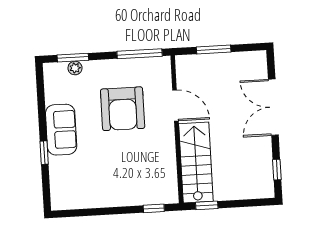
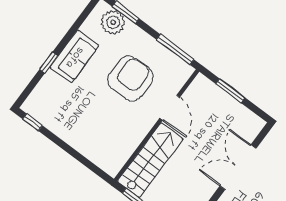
plant: (75, 68) -> (113, 22), width x1.87, depth x1.87
armchair: (123, 109) -> (130, 78), turned 180
window: (154, 208) -> (33, 122), moved

